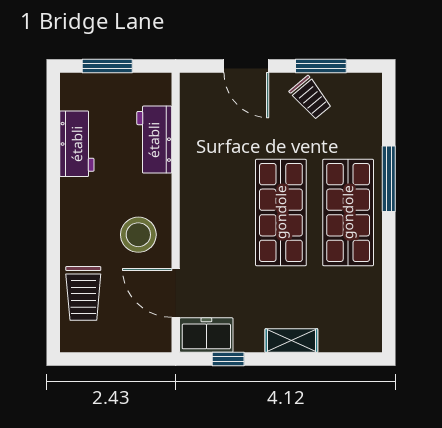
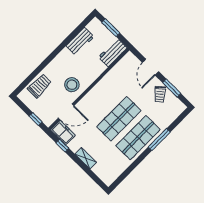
workbench: (154, 140) -> (113, 52), moved
trolley: (83, 293) -> (40, 86), turned 180
door: (176, 293) -> (66, 112), swing flipped
window: (134, 359) -> (36, 119), added

